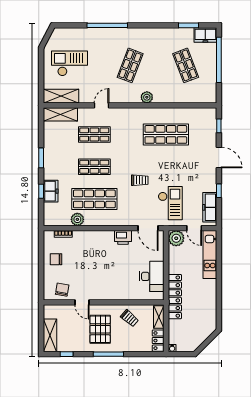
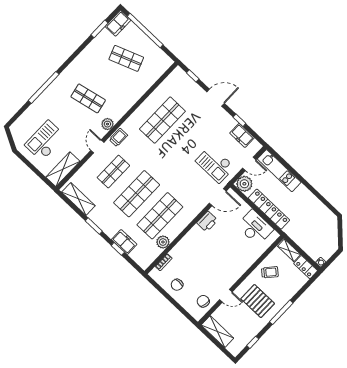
shop shelf: (130, 65) -> (88, 98), turned -33
plant: (147, 97) -> (107, 124), moved
shelving: (60, 114) -> (78, 199), moved, turned 90
shop shelf: (94, 167) -> (137, 194), width x1.43, depth x1.36
trolley: (140, 180) -> (118, 137), moved
checkout: (170, 203) -> (215, 164), turned 180
freezer: (210, 207) -> (242, 135), width x0.71
locker: (175, 297) -> (269, 209), moved
shelving: (50, 335) -> (217, 332), moved

